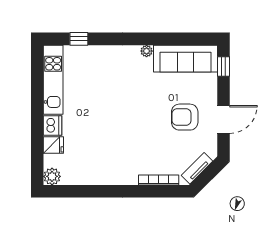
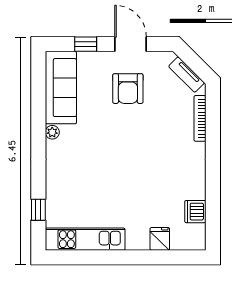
window: (223, 67) -> (86, 44), moved
dishwasher: (53, 125) -> (195, 212), moved, turned -90
plant: (52, 176) -> (196, 241), removed

